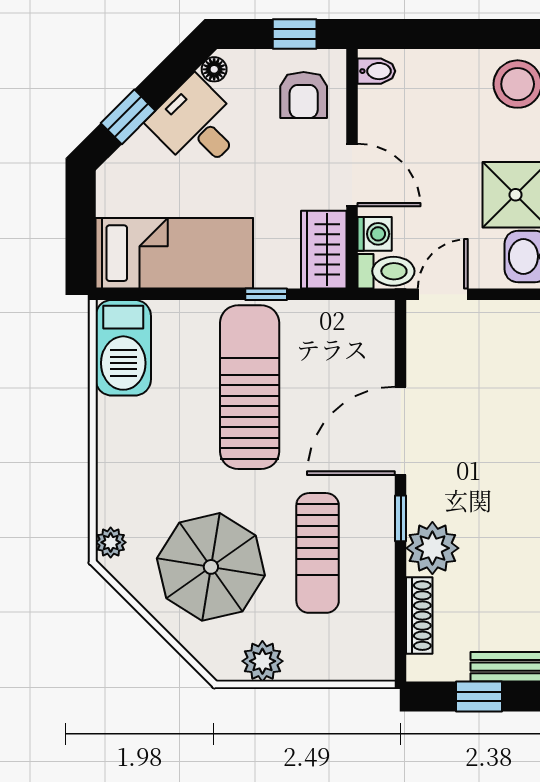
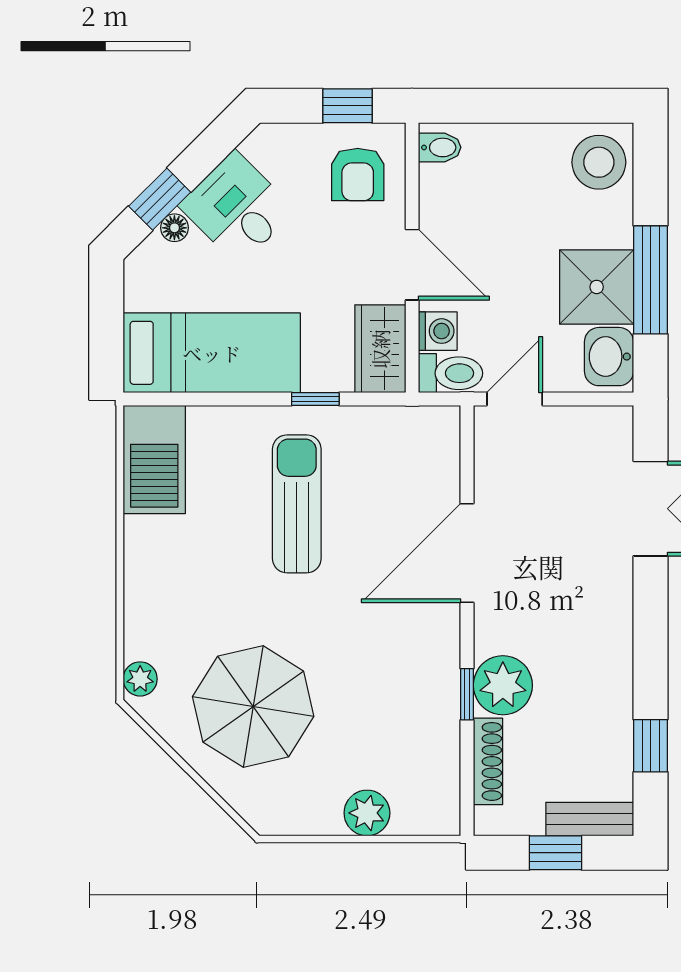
floor lamp: (214, 69) -> (174, 228), moved
sun lounger: (250, 387) -> (297, 504), width x0.73, depth x0.75
window: (401, 518) -> (467, 694), moved
sun lounger: (318, 553) -> (373, 691), removed
plant: (262, 661) -> (367, 813), moved

